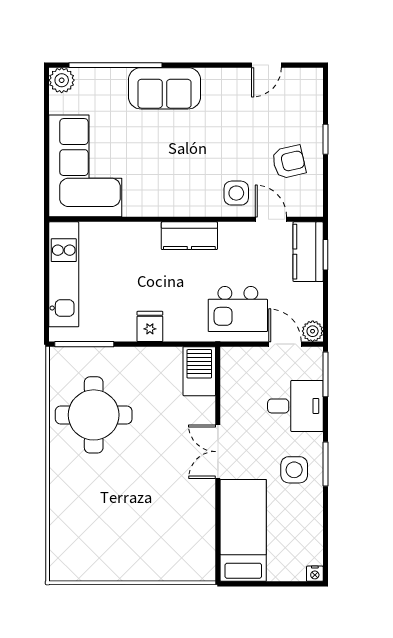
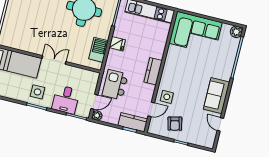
sofa: (164, 88) -> (217, 96), moved
barbecue: (199, 371) -> (99, 50), moved, turned -90

